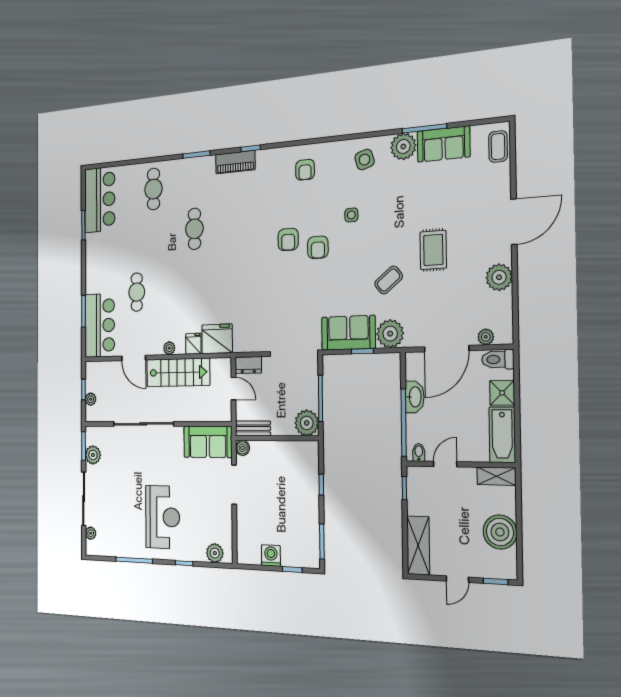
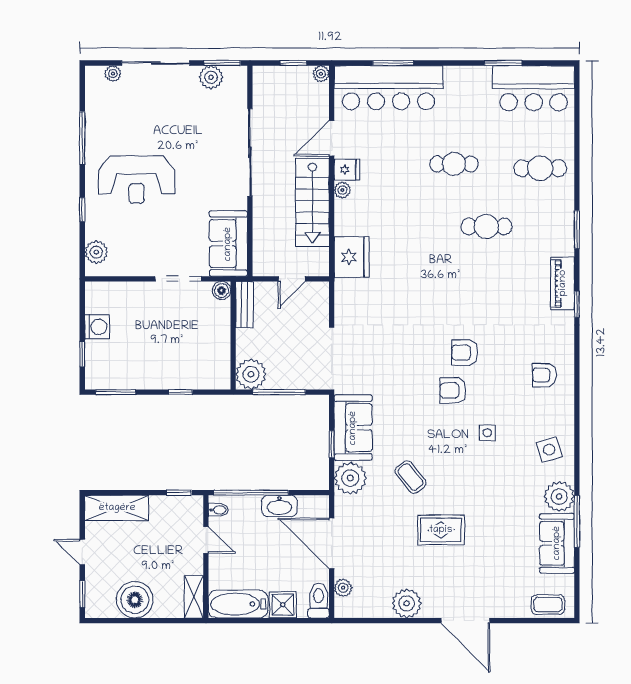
cafe table: (137, 292) -> (454, 164), moved
bar counter: (100, 325) -> (389, 88), width x1.36
fridge: (193, 344) -> (347, 170), moved
dresser: (248, 365) -> (319, 299), removed
plant: (91, 399) -> (321, 74), moved

